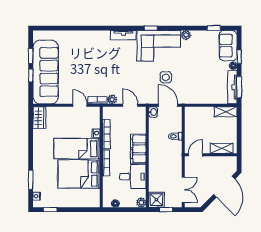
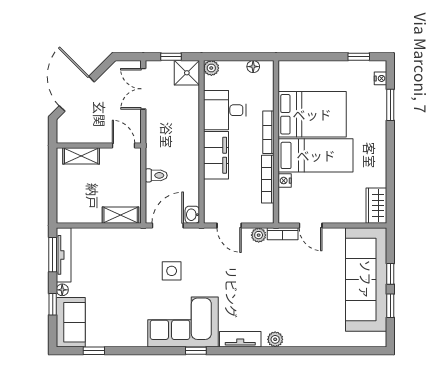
plant: (186, 35) -> (275, 339), moved
door: (168, 105) -> (168, 226), swing flipped
shelving: (226, 112) -> (121, 215), moved
door: (195, 155) -> (124, 146), swing flipped

